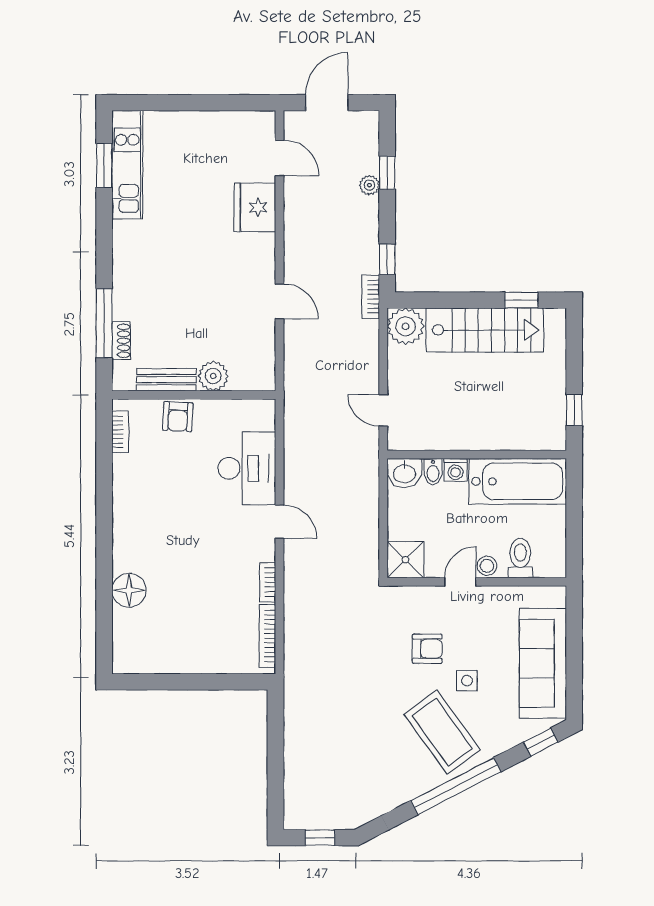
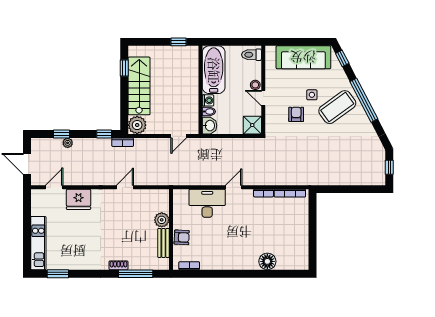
kitchen unit: (127, 165) -> (38, 243), moved, turned 90
shoe rack: (121, 341) -> (118, 265), moved
toilet: (520, 558) -> (251, 55), moved

